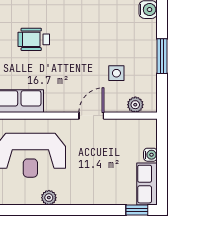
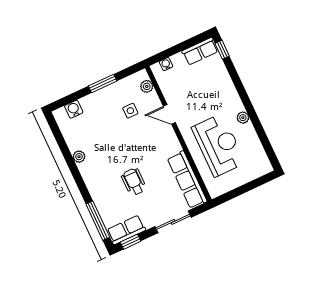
wheelchair: (34, 39) -> (134, 182), turned 180
water cooler: (150, 155) -> (166, 64), moved

